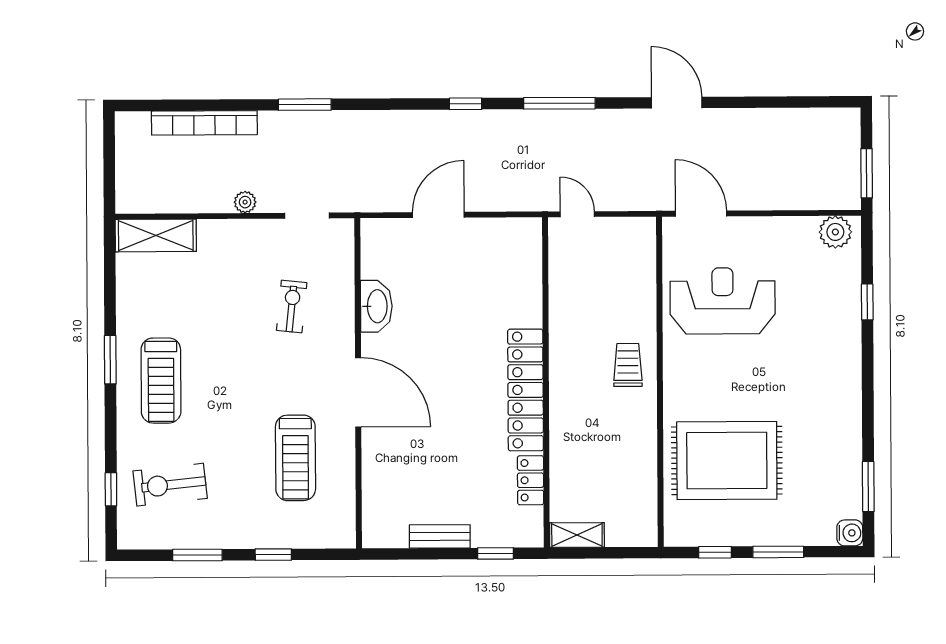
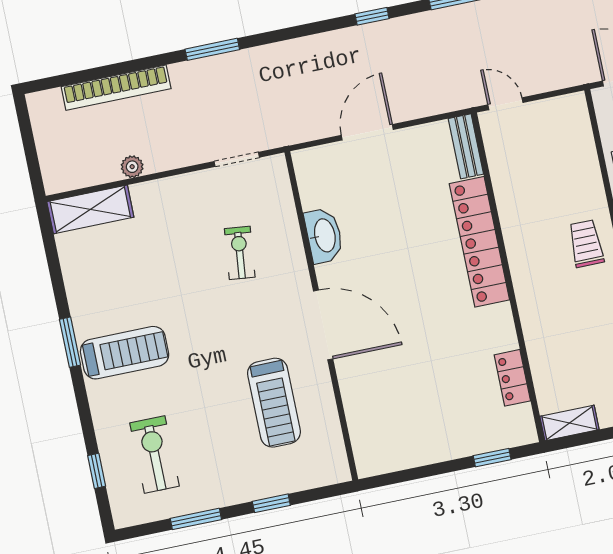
plant: (245, 202) -> (132, 167), moved
treadmill: (161, 381) -> (125, 353), turned -90
locker: (526, 390) -> (479, 242), moved
exercise bike: (170, 485) -> (155, 454), turned 96
bench: (440, 536) -> (466, 146), moved, turned 90

